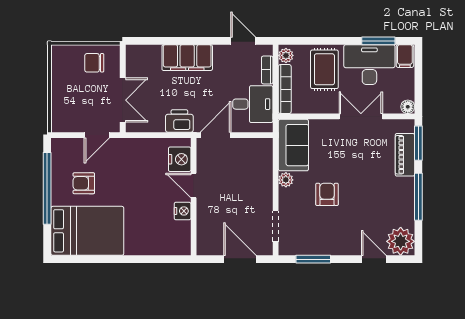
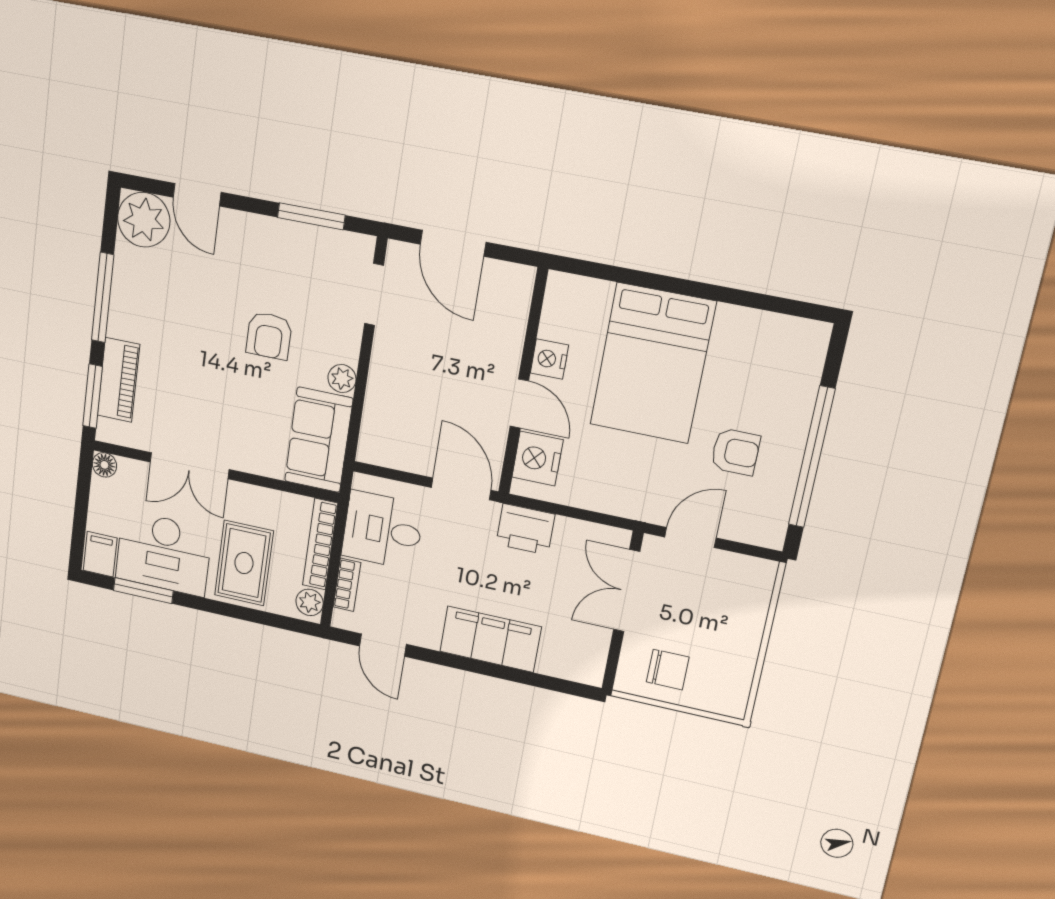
door: (216, 135) -> (461, 489), swing flipped
bed: (87, 231) -> (653, 363), moved, turned -90

